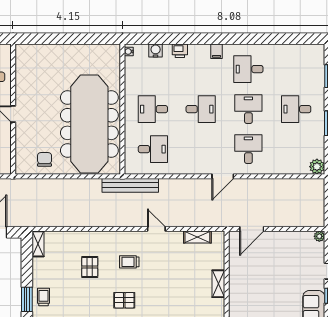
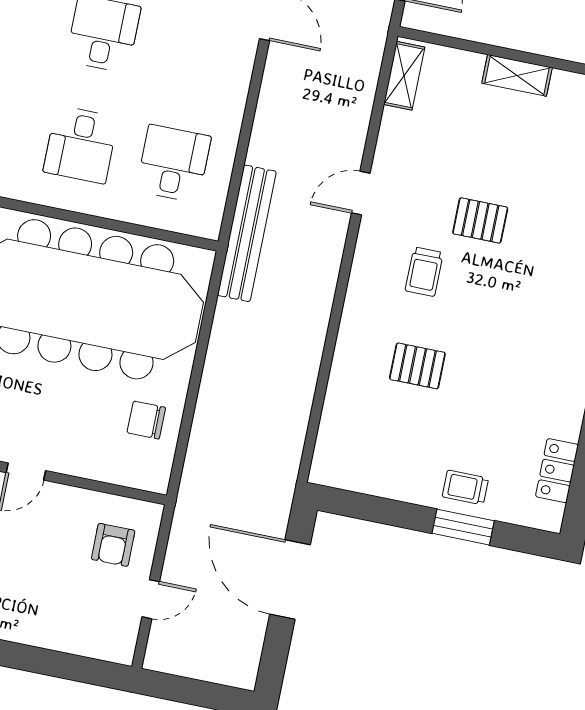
shelving: (197, 237) -> (404, 76), moved
shelving: (38, 244) -> (339, 475), removed
pallet: (124, 300) -> (480, 220), moved, turned 90

